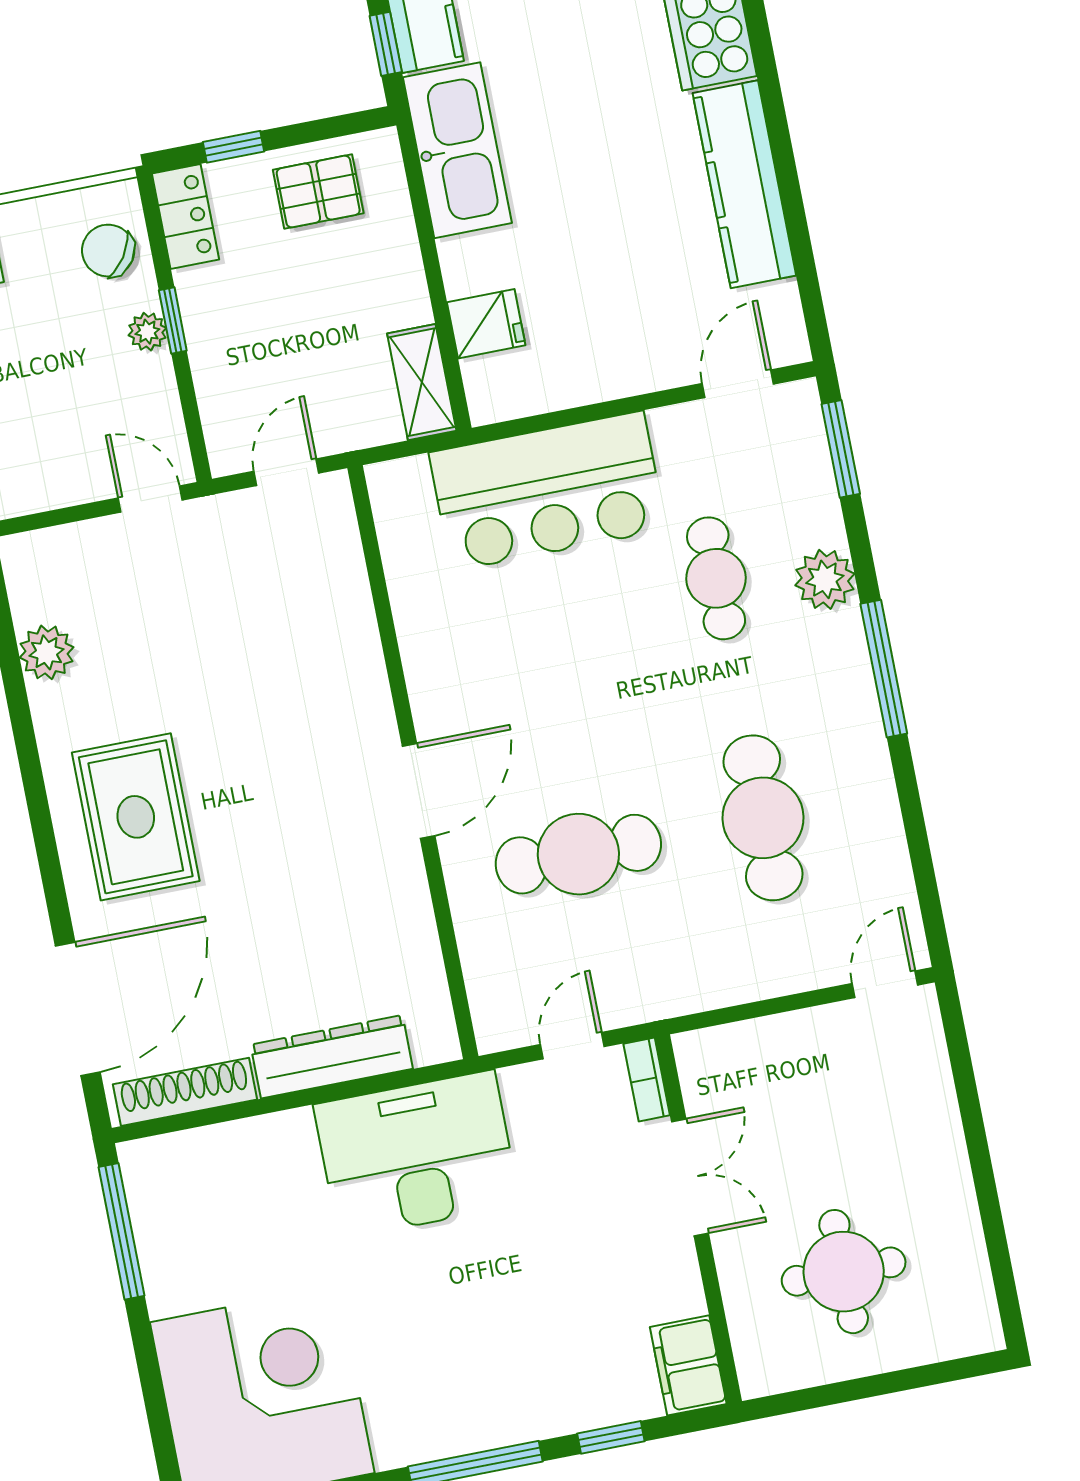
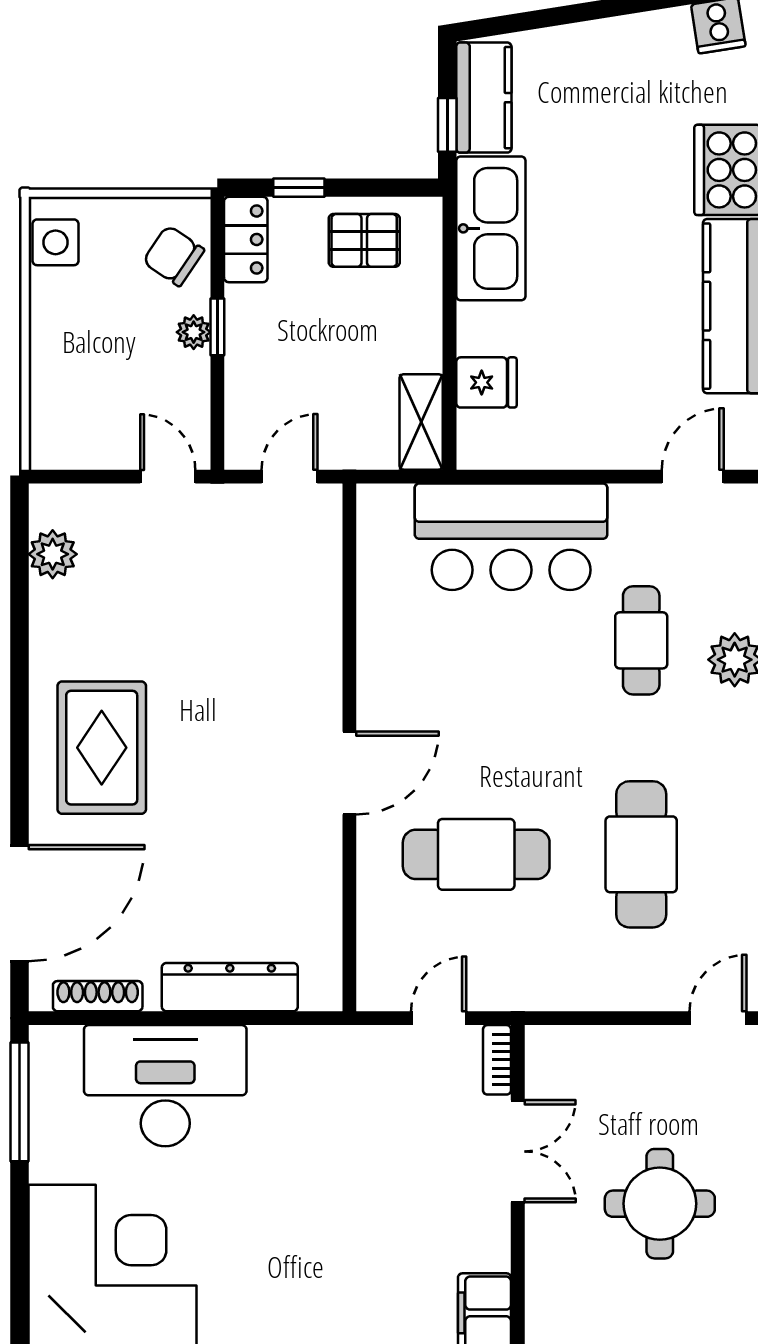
plant: (47, 652) -> (53, 554), moved
shoe rack: (185, 1092) -> (98, 996), width x0.74, depth x0.81
desk: (417, 1155) -> (165, 1086), moved
round table: (844, 1272) -> (660, 1204), moved

